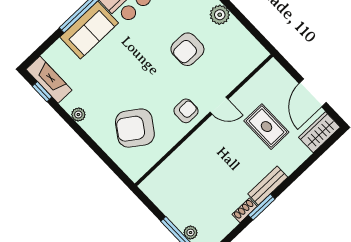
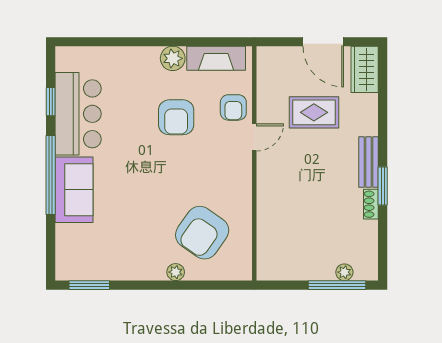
fireplace: (49, 80) -> (216, 58), moved, turned 180
window: (42, 92) -> (89, 285), width x1.50
armchair: (186, 111) -> (233, 107), moved, turned 180
plant: (78, 115) -> (176, 272), moved

